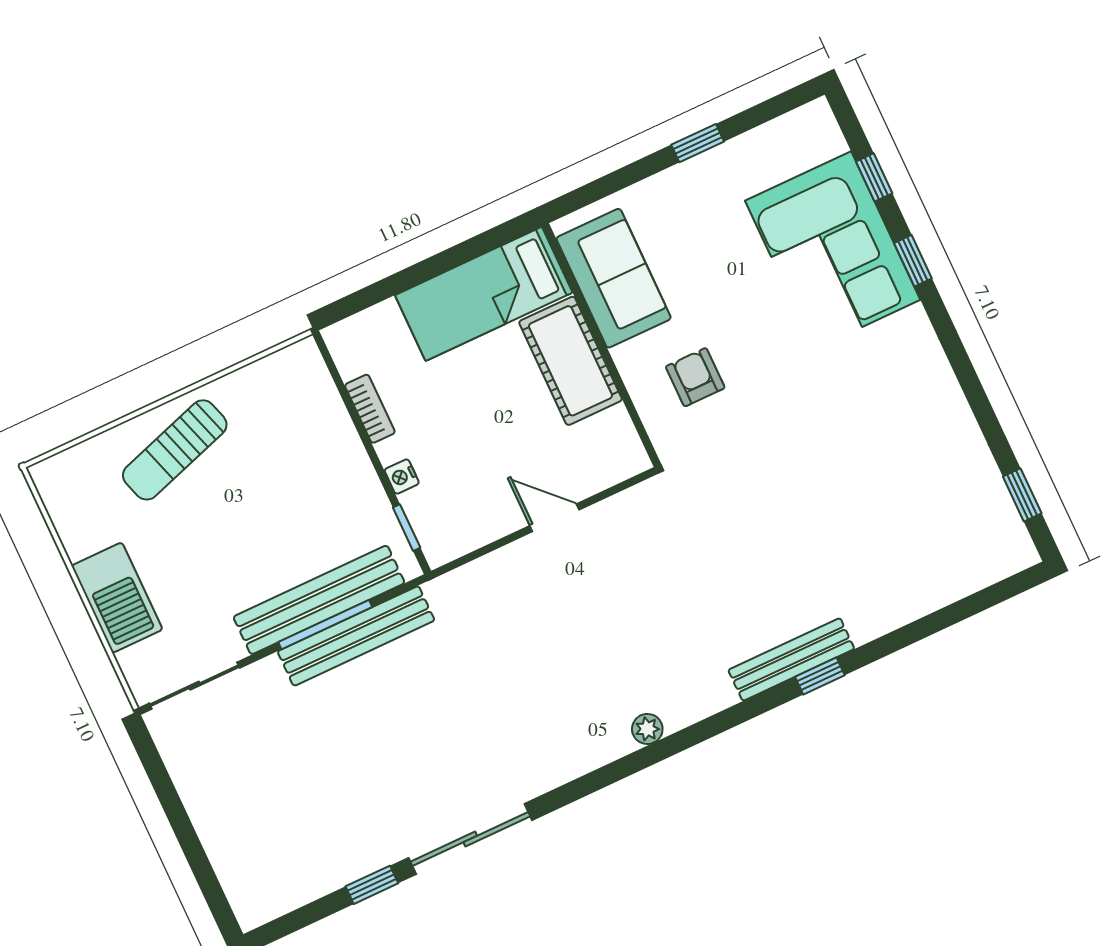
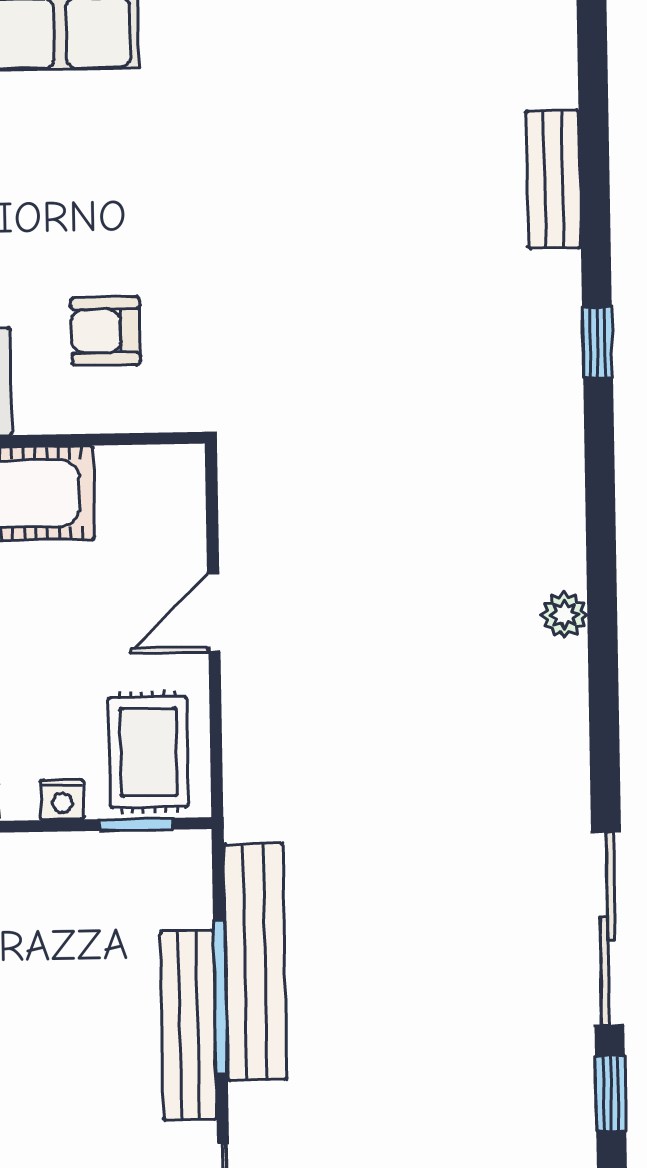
rug: (453, 516) -> (148, 752), added
bench: (319, 600) -> (189, 1025), width x0.73, depth x0.82
bench: (791, 659) -> (553, 179), moved, width x0.73

